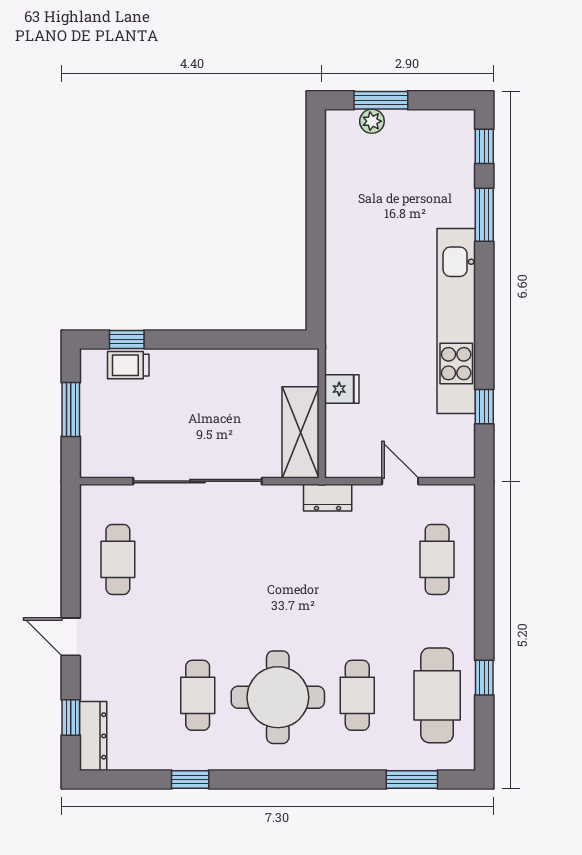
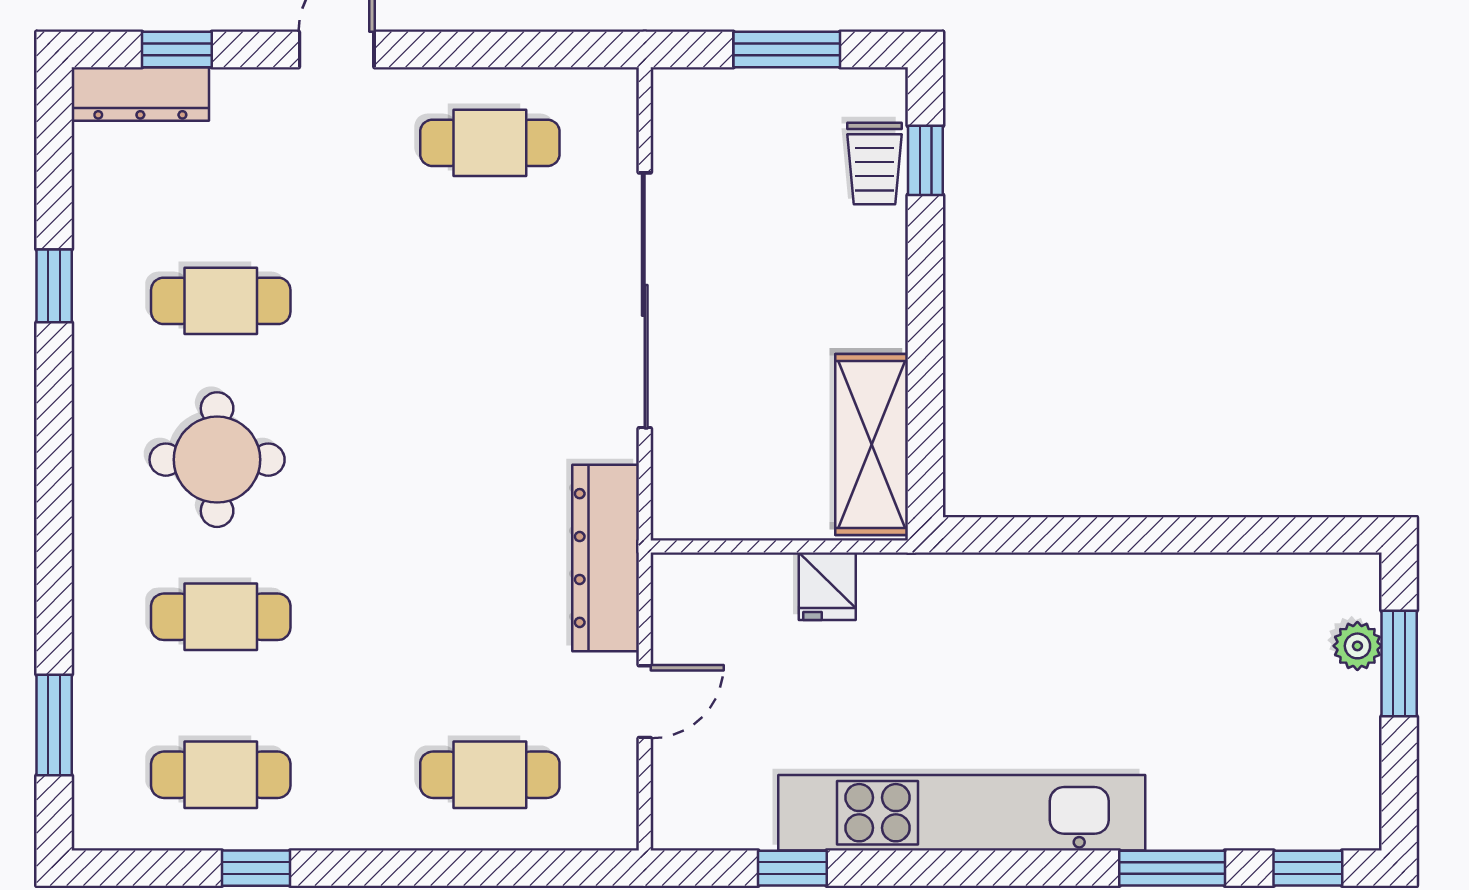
trolley: (128, 365) -> (875, 164), turned 180
shelving: (300, 432) -> (872, 445), moved, turned 90
dresser: (328, 498) -> (606, 558), width x1.96, depth x1.24
cafe table: (437, 695) -> (221, 775), width x0.73, depth x0.74
round table: (278, 697) -> (217, 460), width x0.73, depth x0.73

